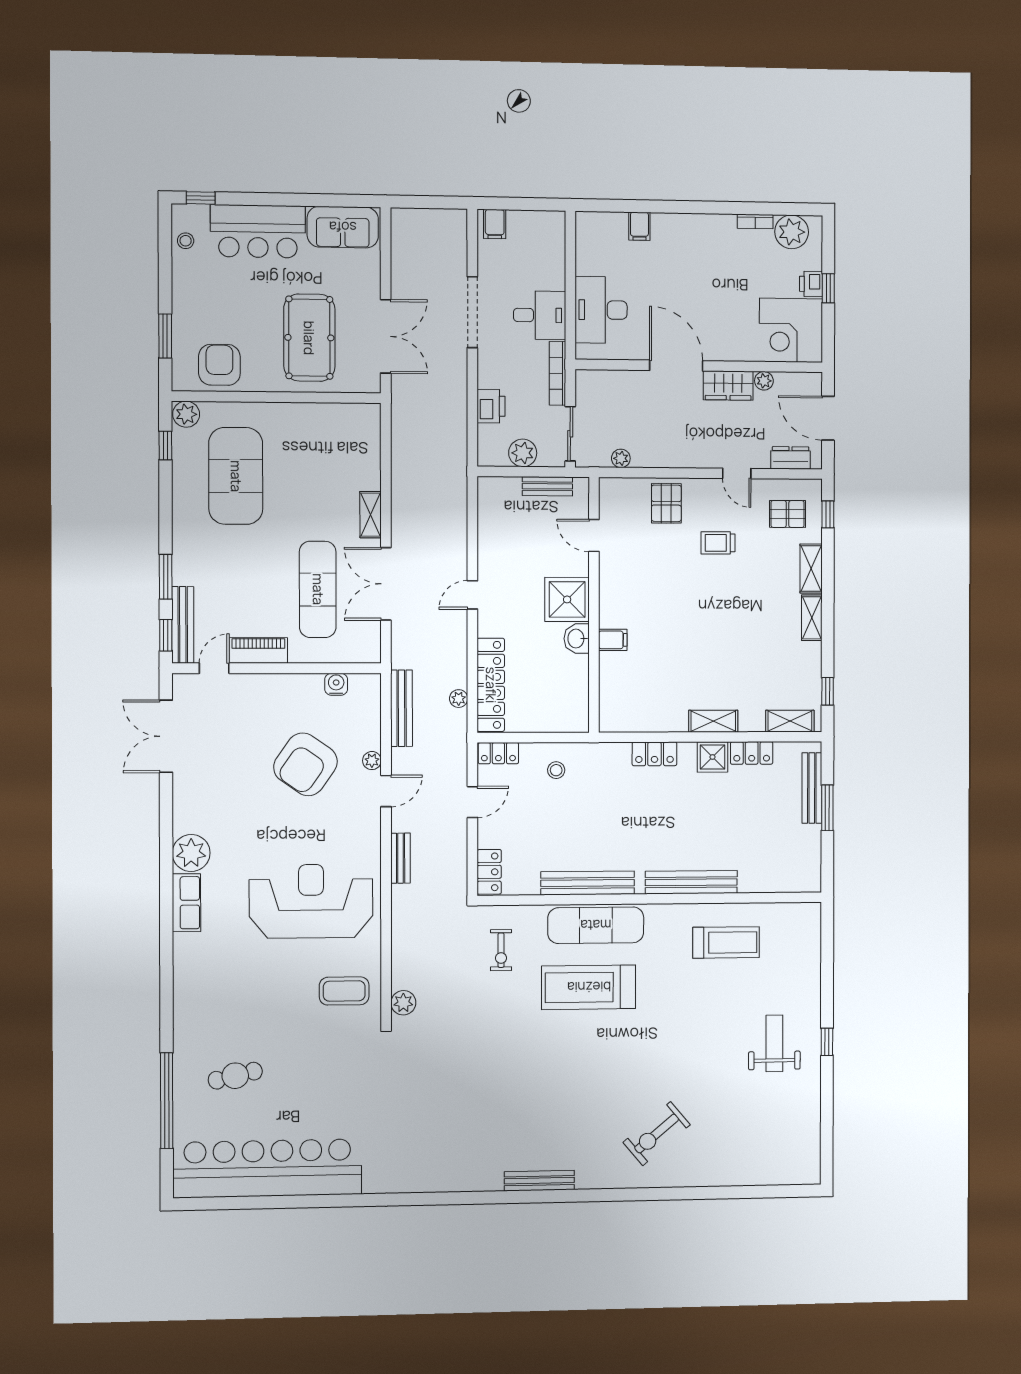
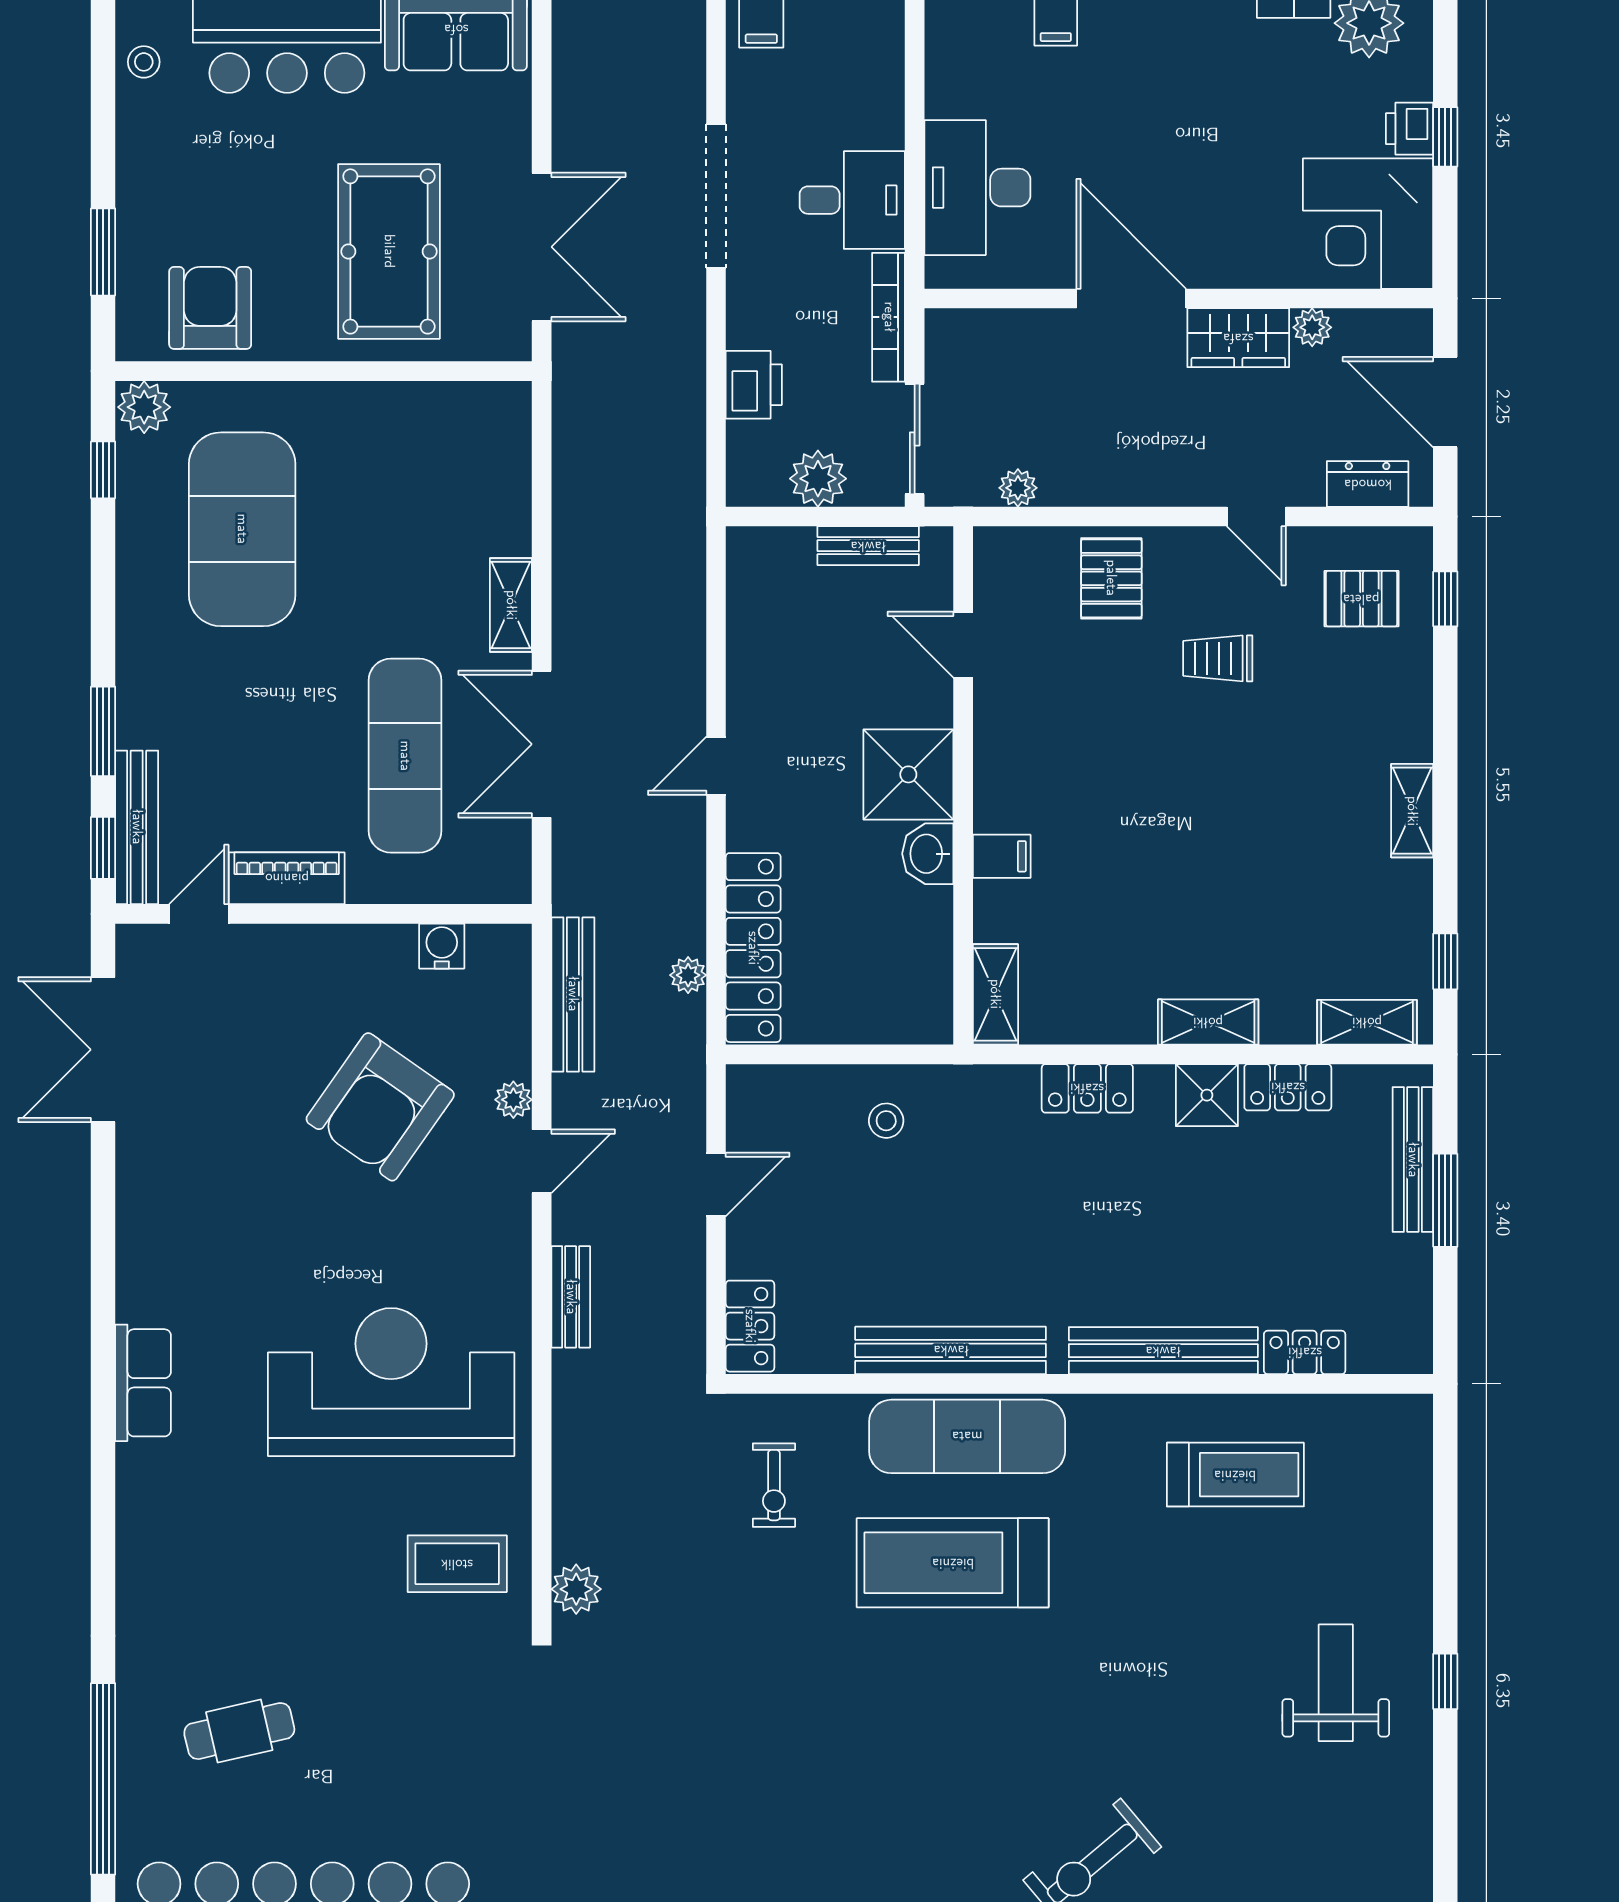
shelving: (811, 569) -> (995, 994), moved
locker: (498, 753) -> (1305, 1352), moved, turned 180
plant: (191, 853) -> (153, 1283), removed

